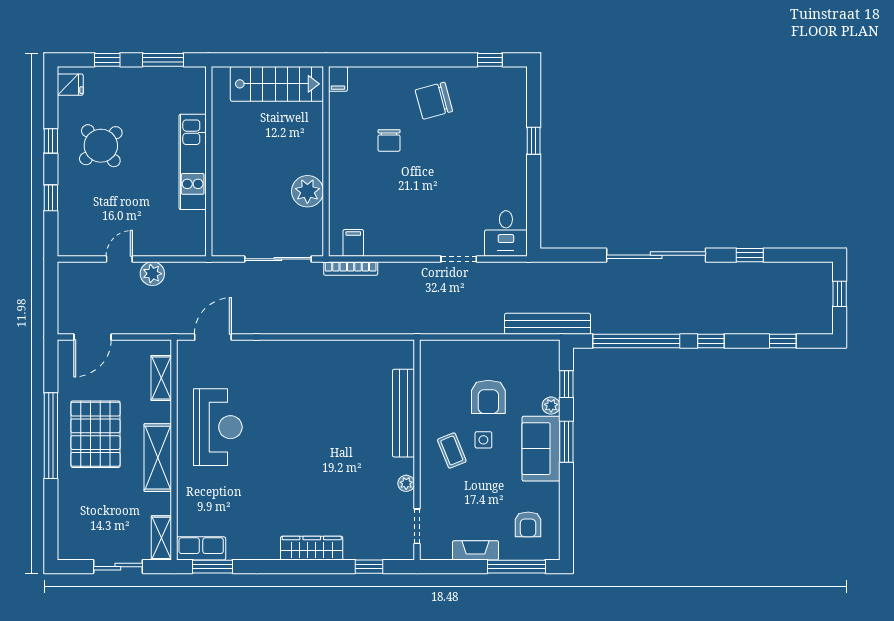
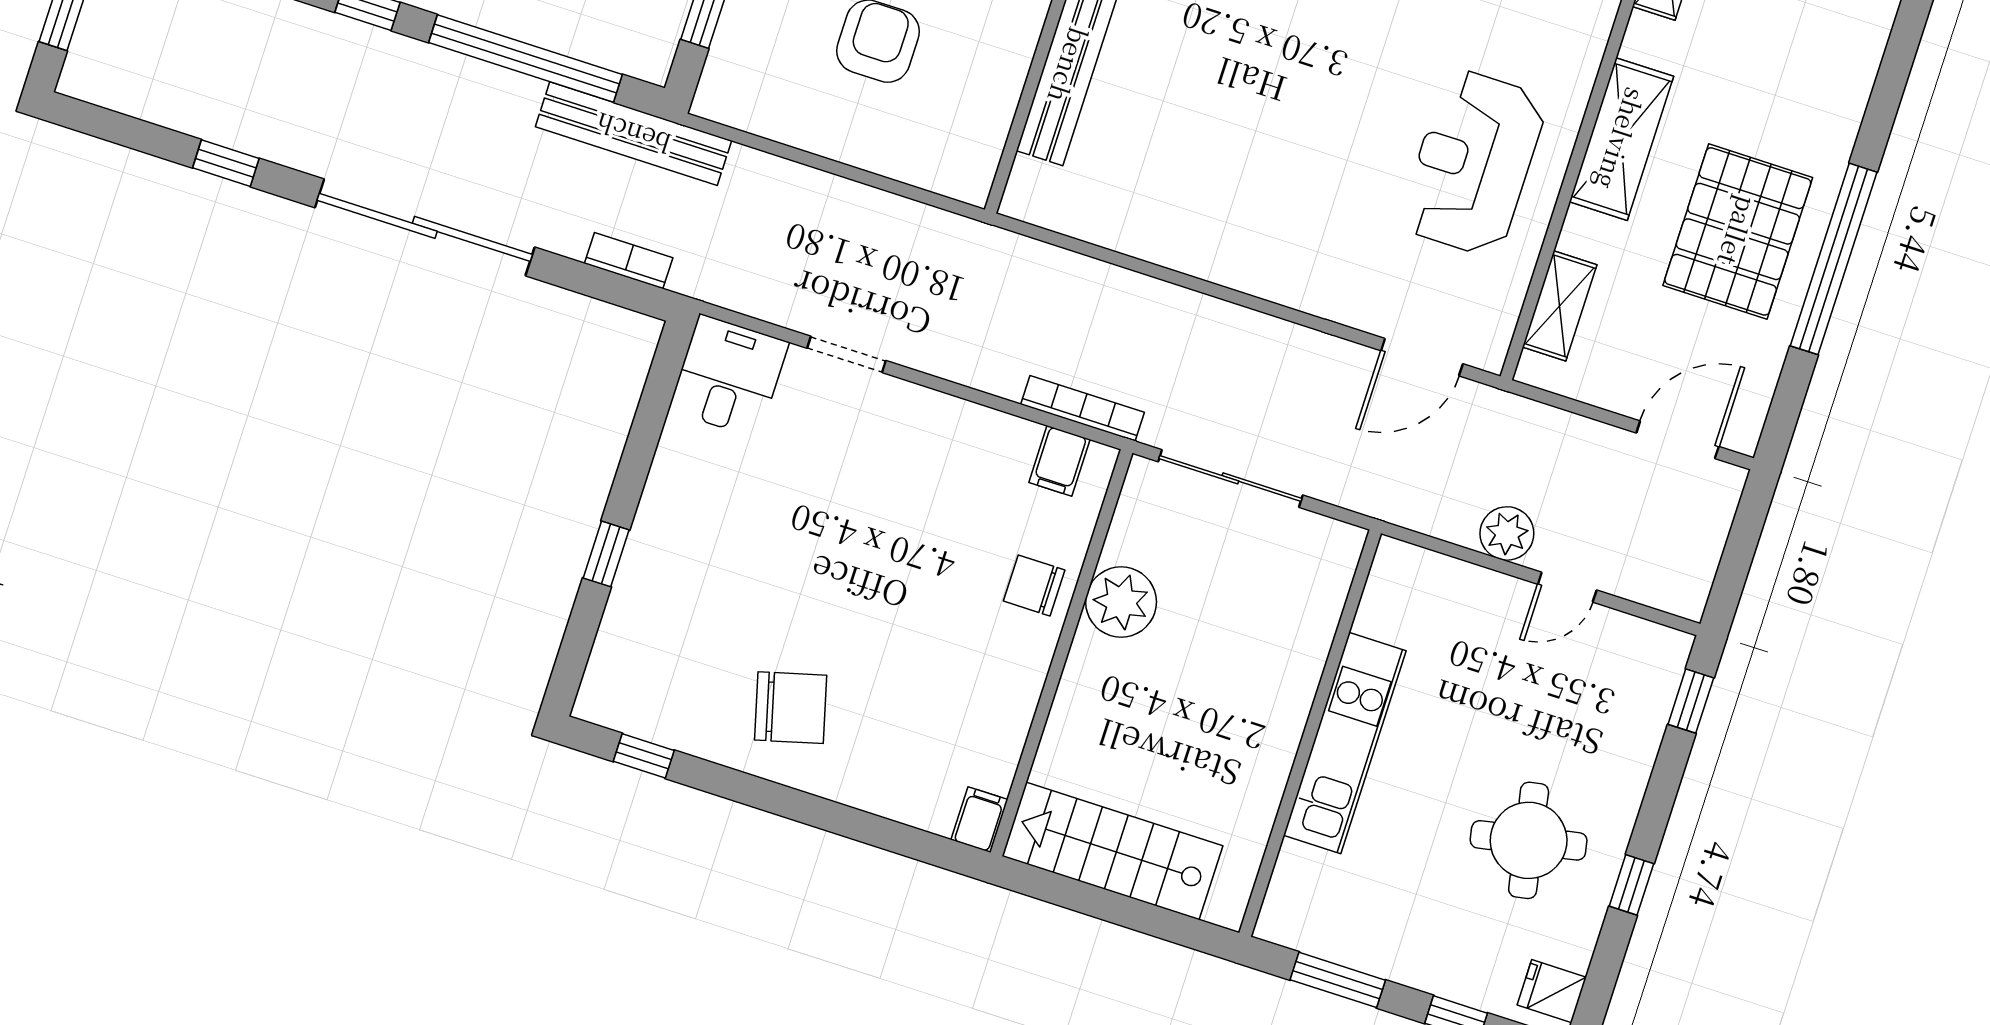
chair: (389, 140) -> (1034, 586), moved, turned -90
round table: (101, 146) -> (1529, 840), turned 30
window: (51, 198) -> (1691, 701), moved
bookcase: (565, 269) -> (629, 261), added
bench: (547, 324) -> (633, 134), moved

